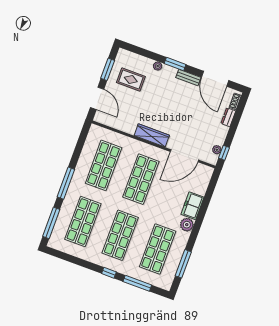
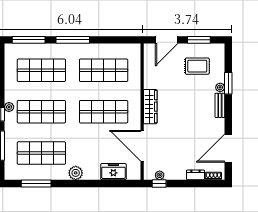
window: (175, 64) -> (228, 83), moved
bench: (188, 77) -> (220, 105), moved
rug: (131, 79) -> (197, 66), turned 90
freezer: (192, 206) -> (113, 172), moved
plant: (105, 263) -> (9, 107), added

